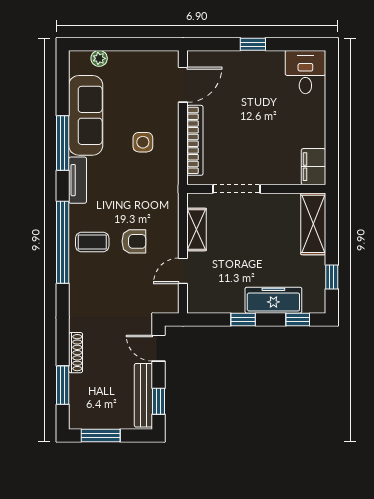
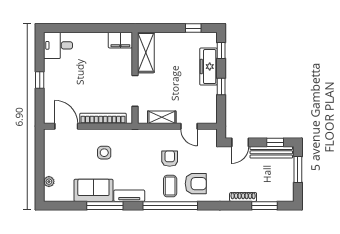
sofa: (86, 115) -> (93, 190), width x0.73
shelving: (313, 224) -> (146, 52), moved, turned 90
armchair: (96, 281) -> (196, 184), added
window: (101, 436) -> (298, 169), moved

